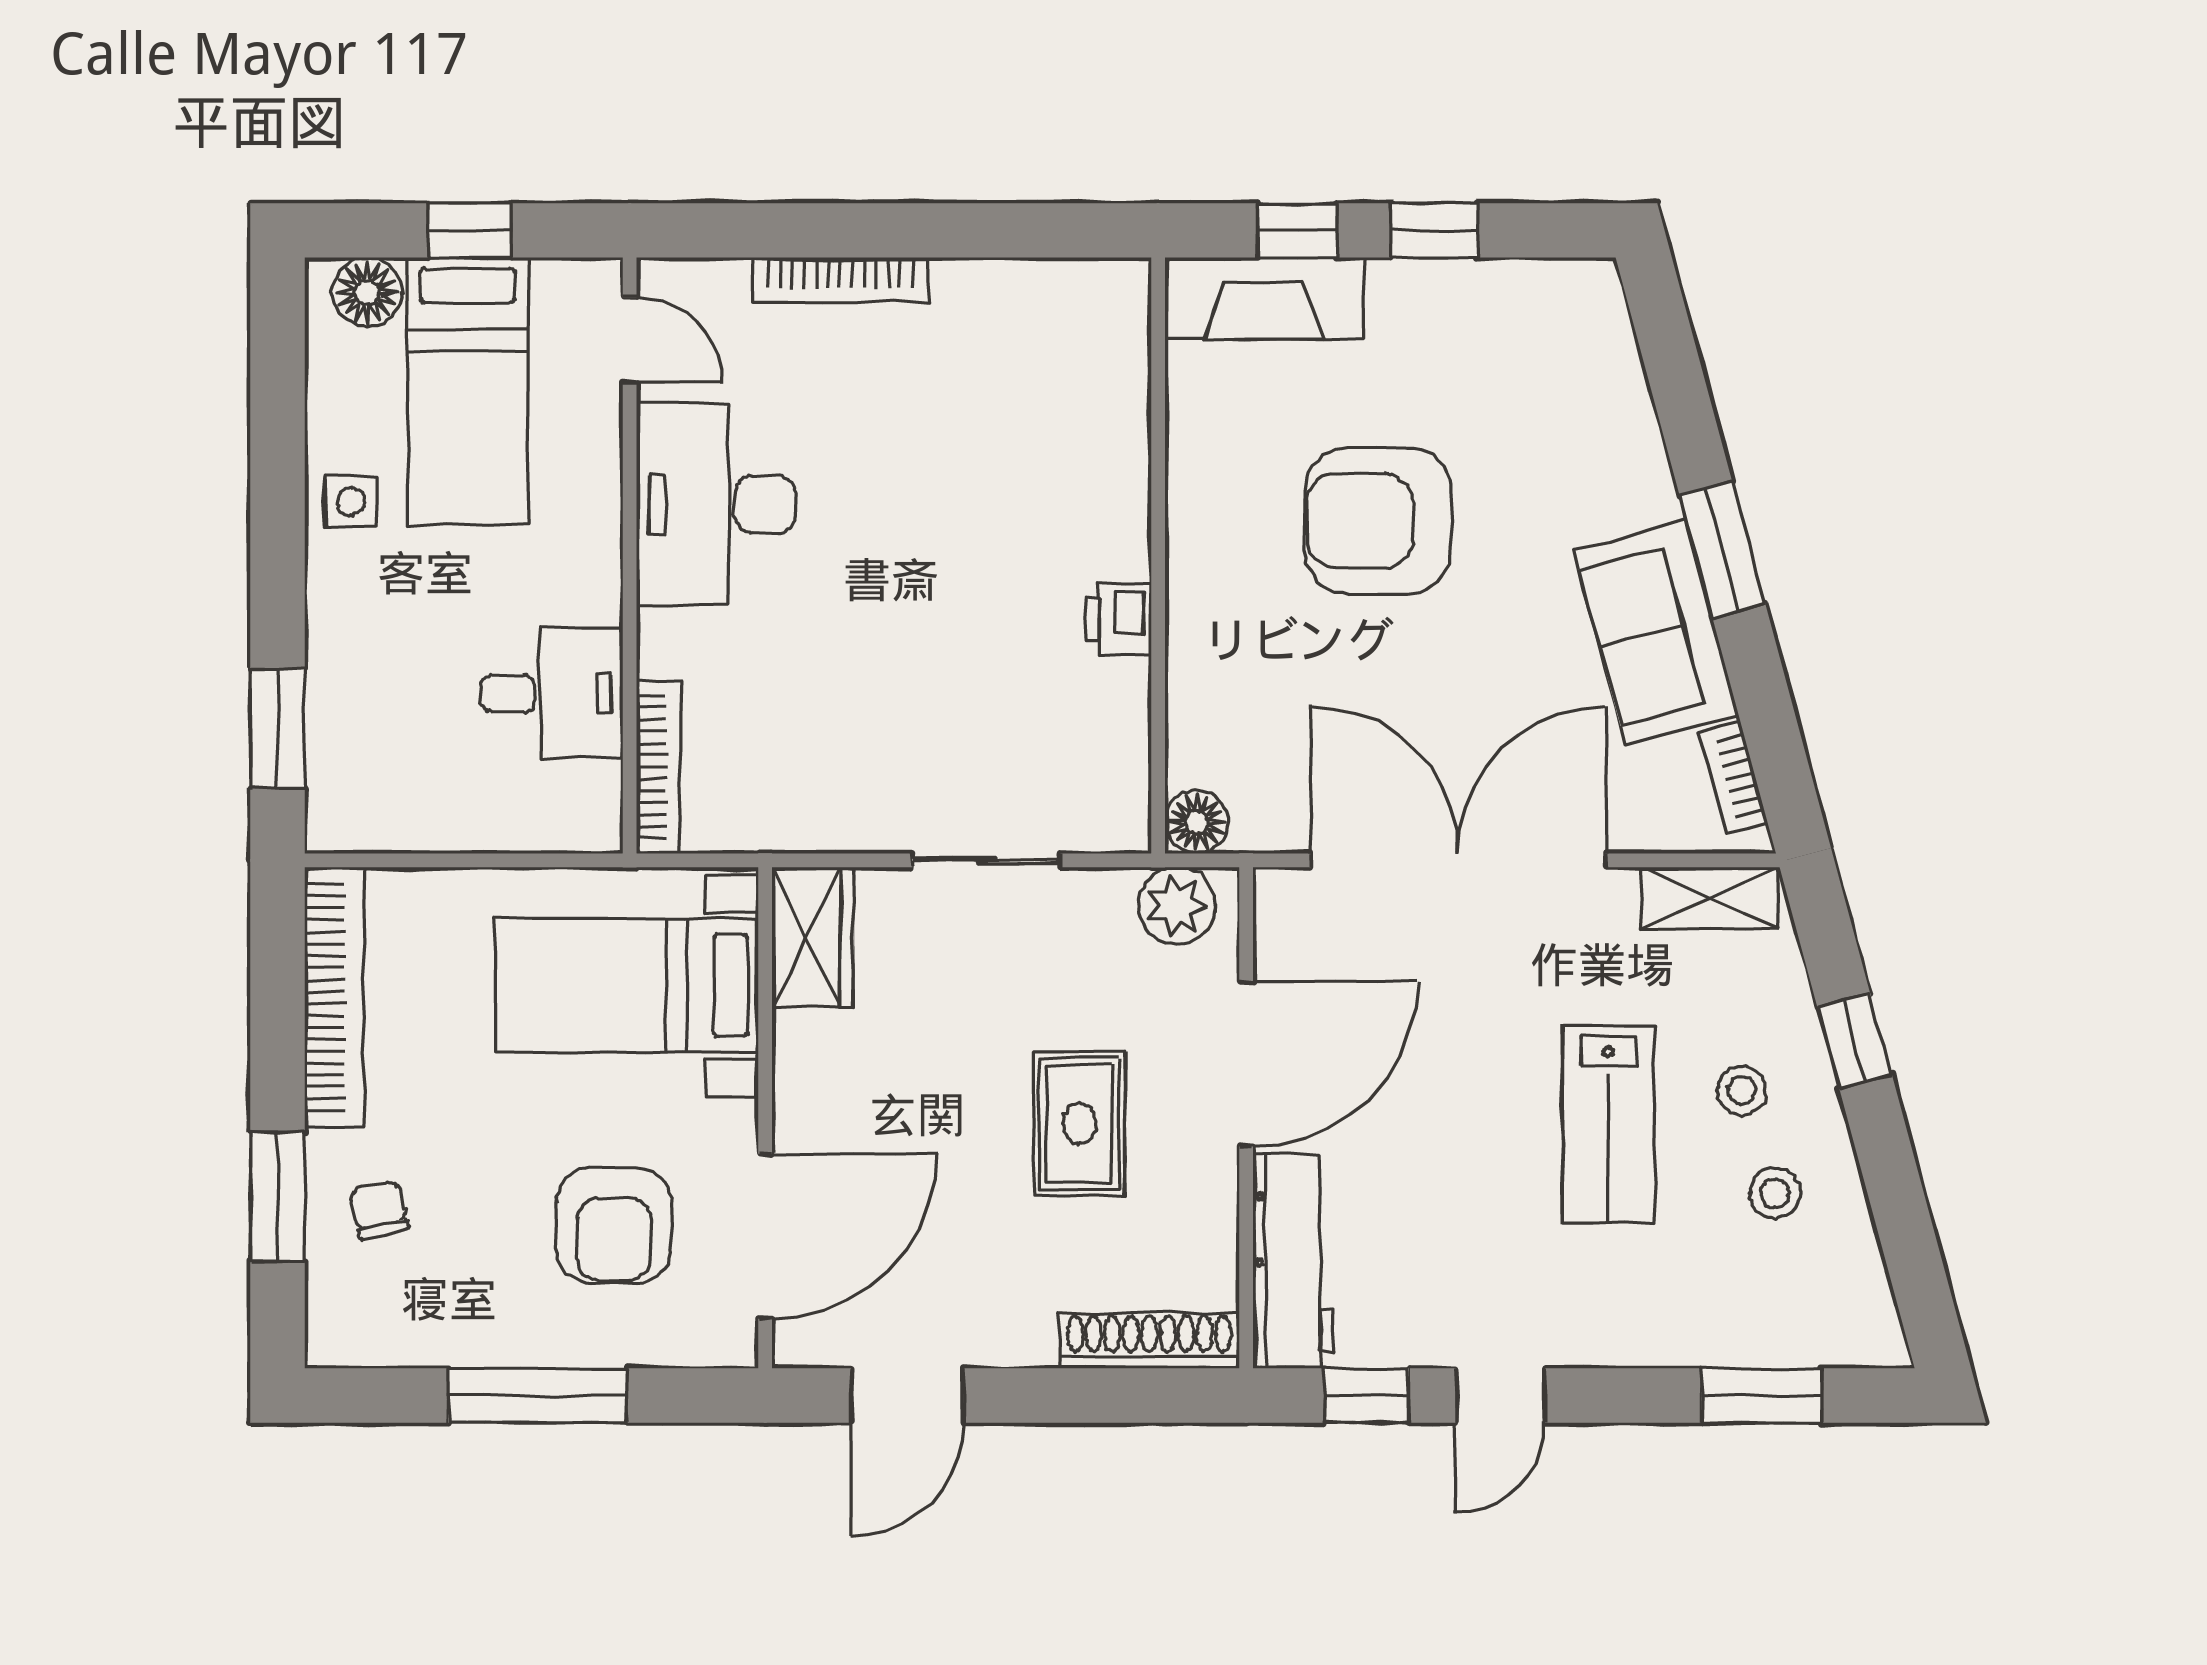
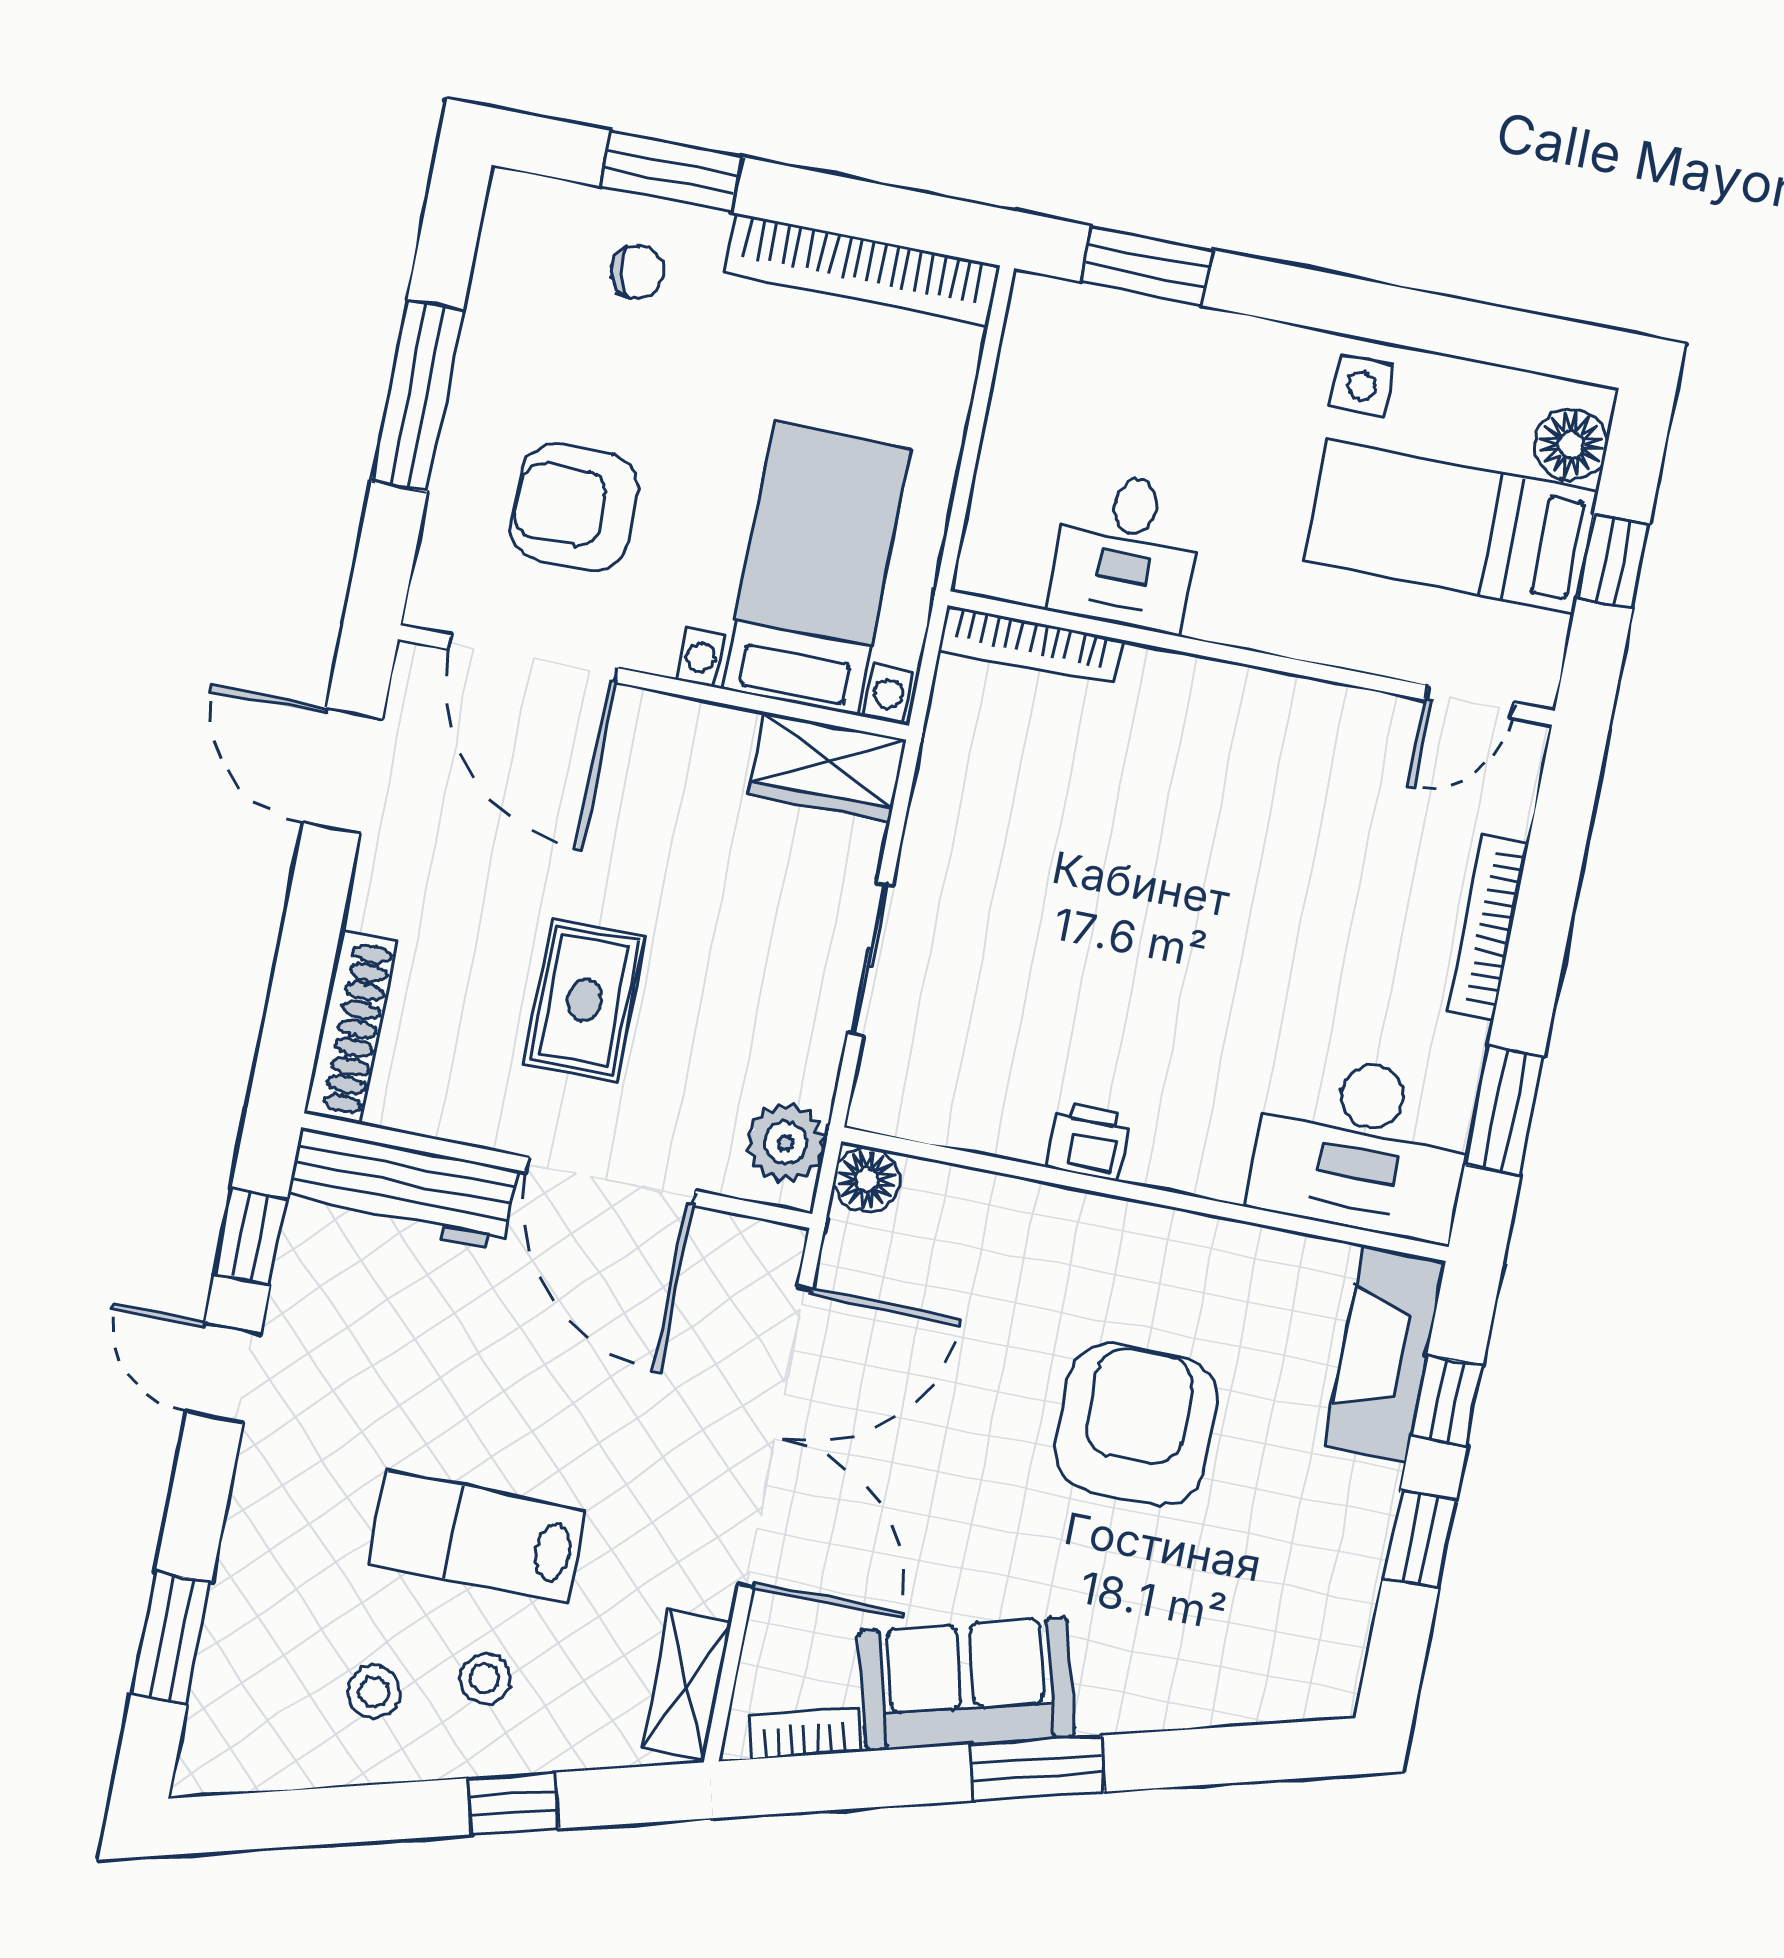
window: (1011, 230) -> (1504, 1111), added
desk: (716, 504) -> (1362, 1146), moved, turned 180
rug: (1079, 1123) -> (585, 1000), turned 90

